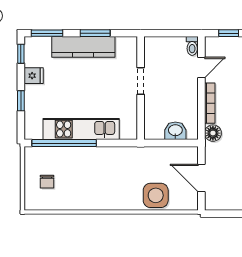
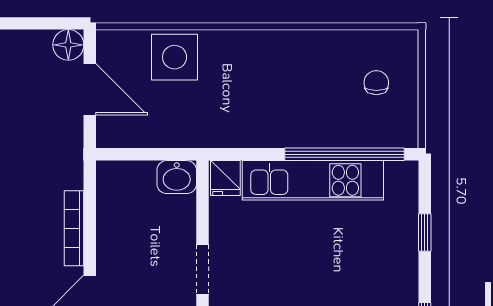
fridge: (34, 76) -> (225, 178), moved, turned -90
washbasin: (175, 131) -> (177, 177), moved
floor lamp: (213, 133) -> (68, 45), moved

